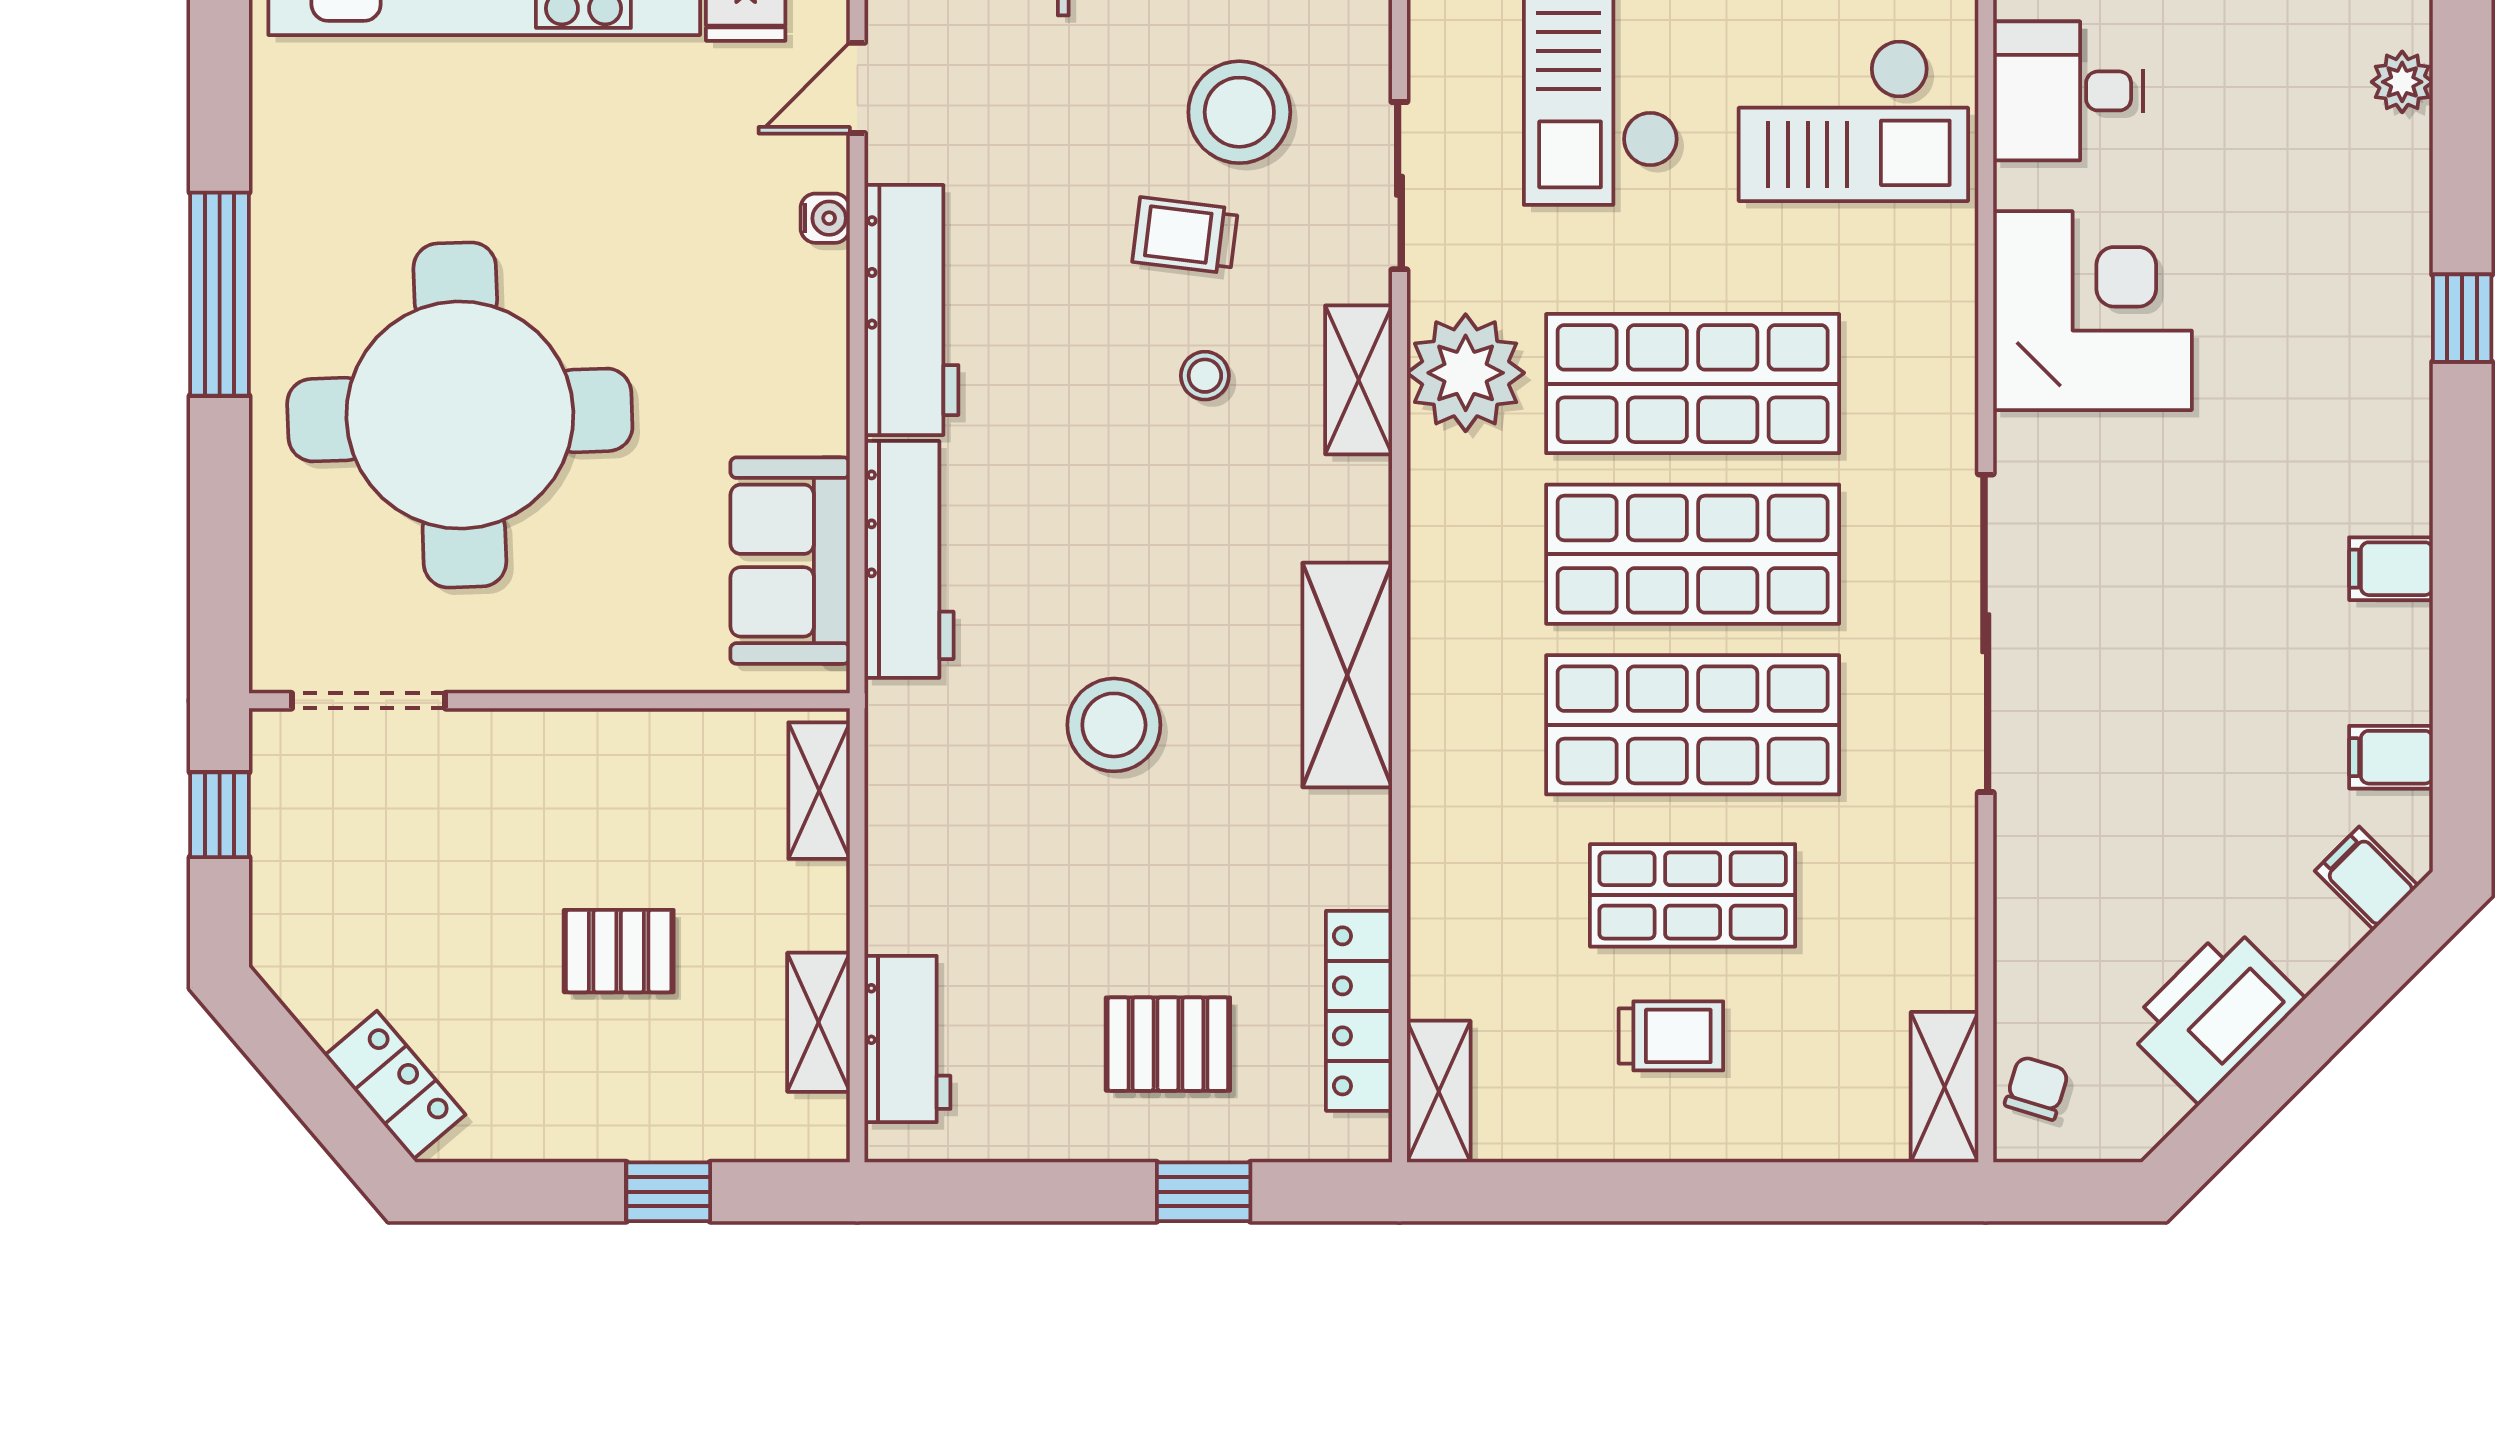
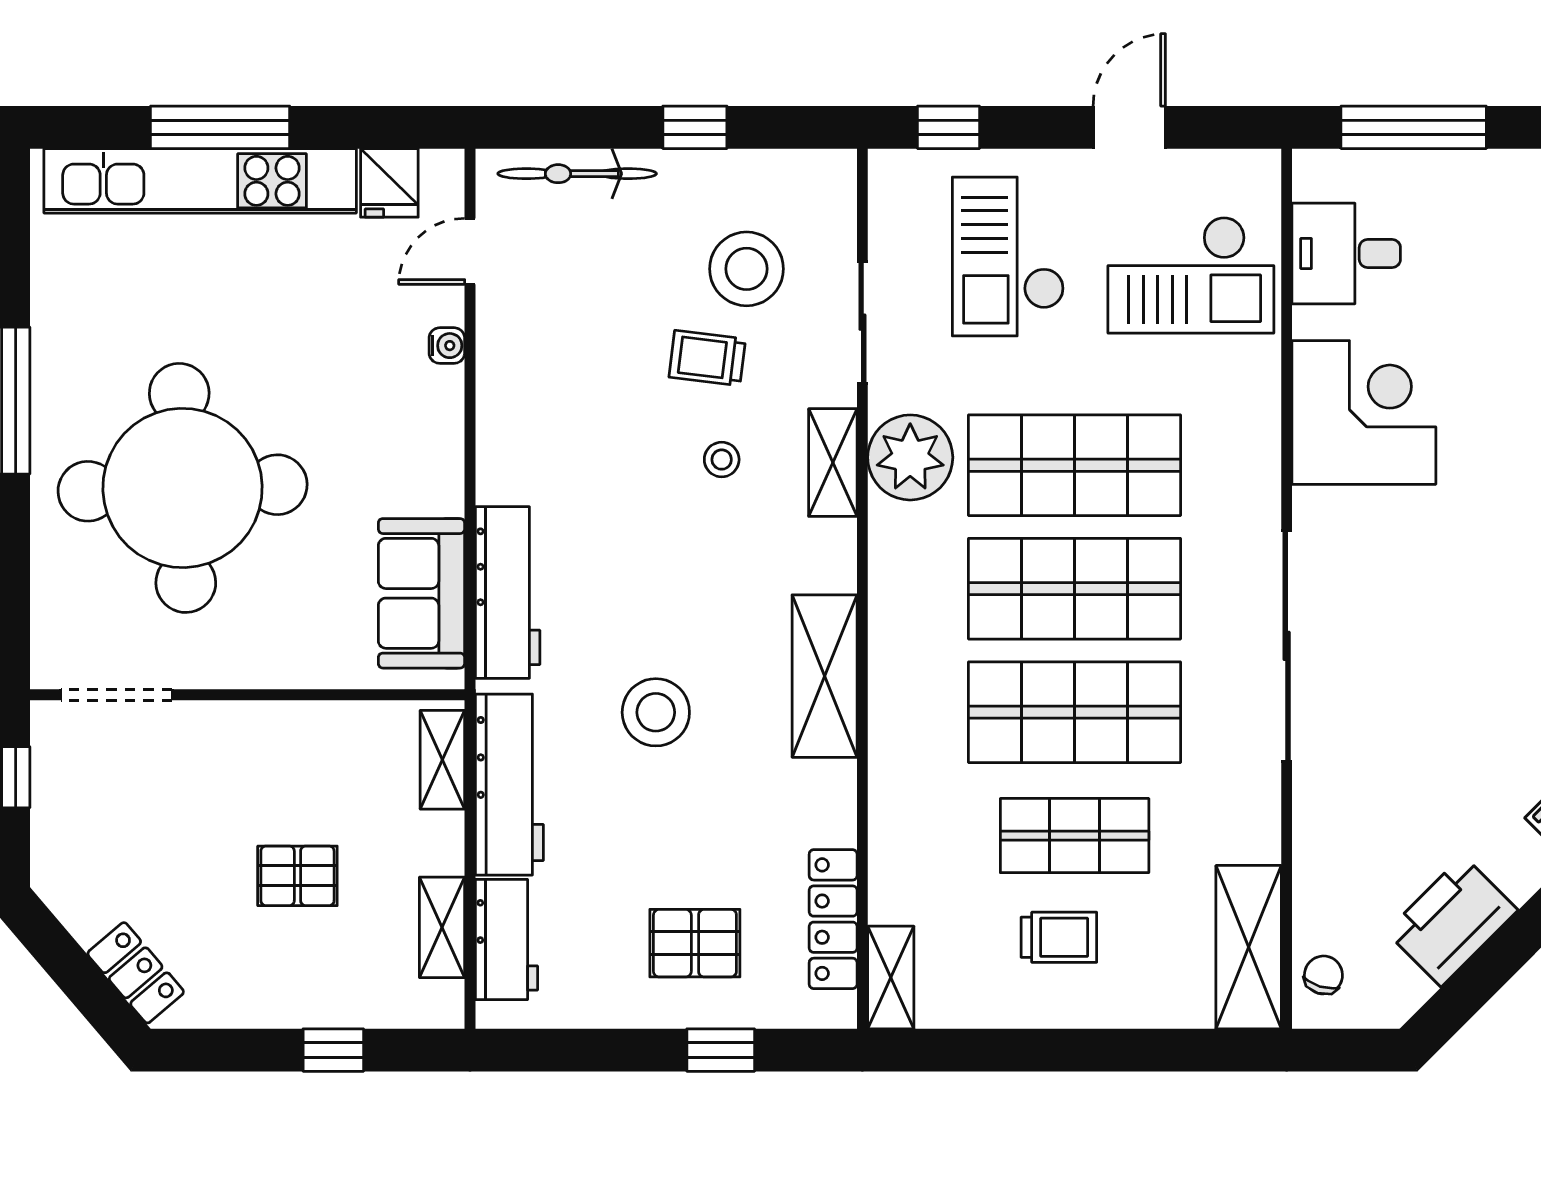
workbench: (911, 310) -> (509, 785), moved
shelving: (1945, 1087) -> (1249, 947), width x1.50, depth x1.33

